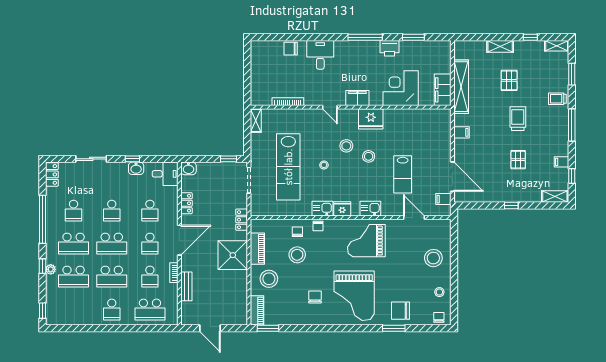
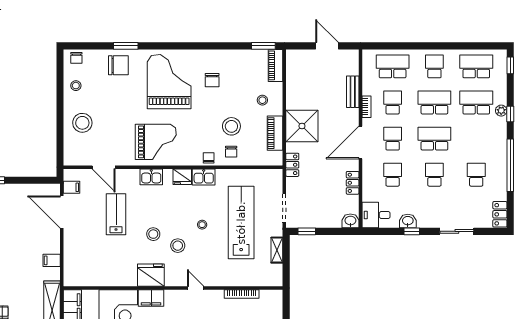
filing cabinet: (357, 98) -> (151, 298), moved
shelving: (256, 121) -> (277, 250), moved
school desk: (74, 244) -> (476, 66), moved
stool: (269, 279) -> (262, 100), width x0.53, depth x0.53

